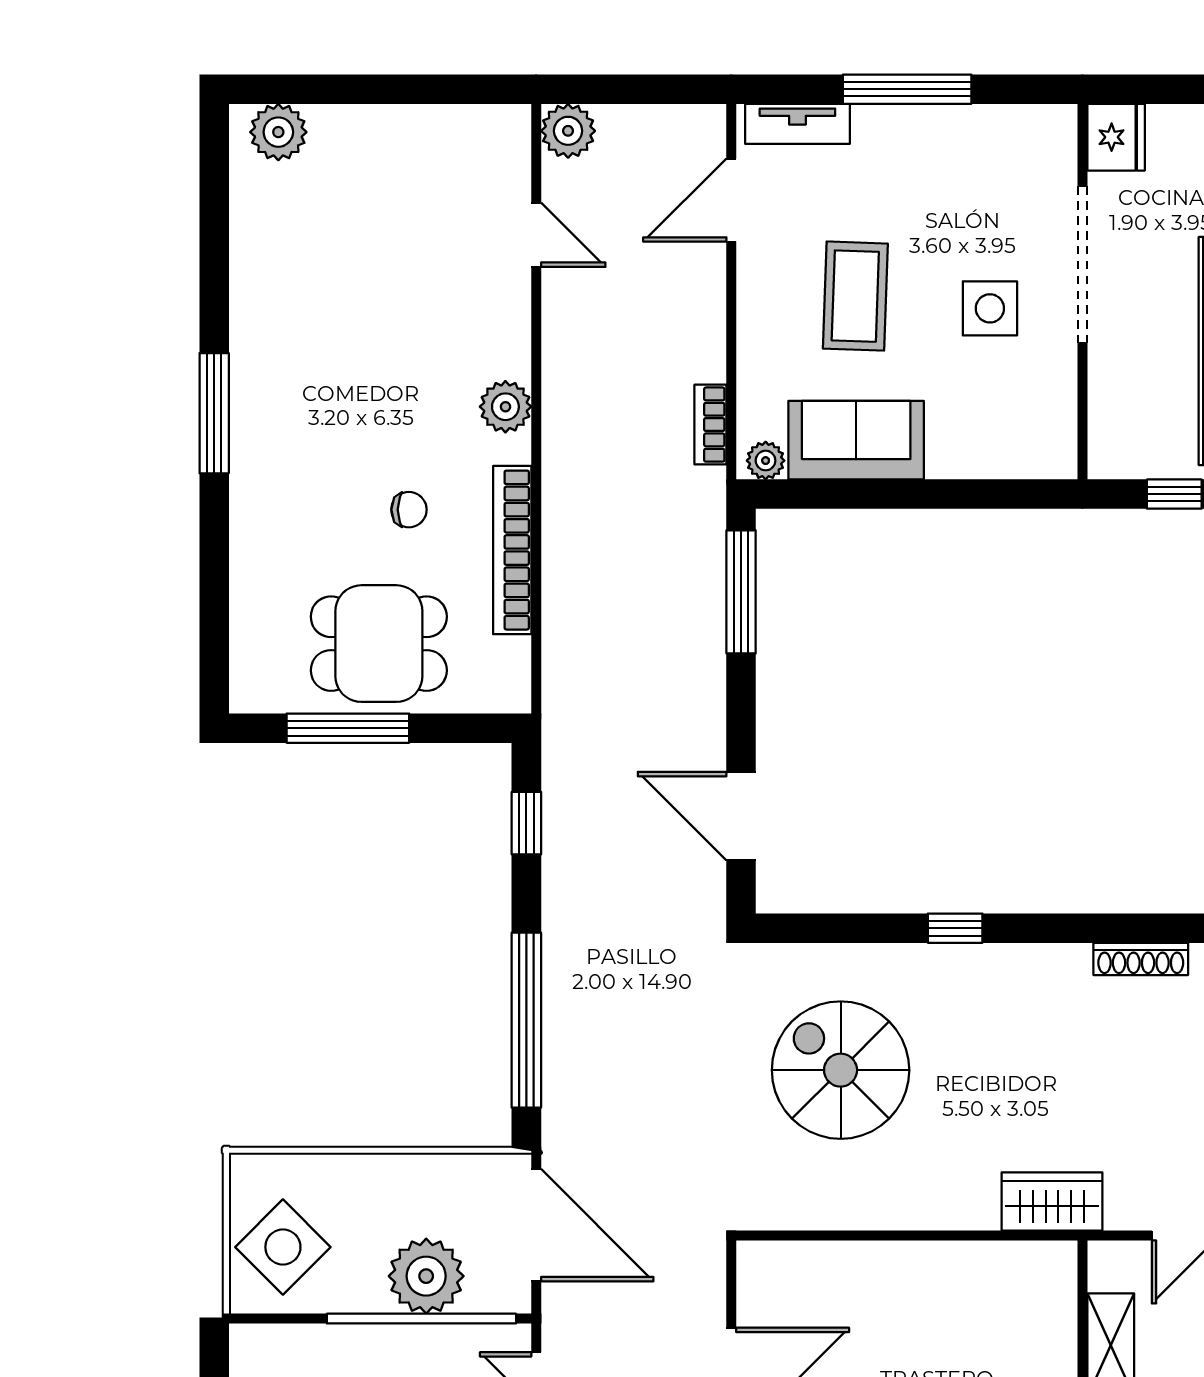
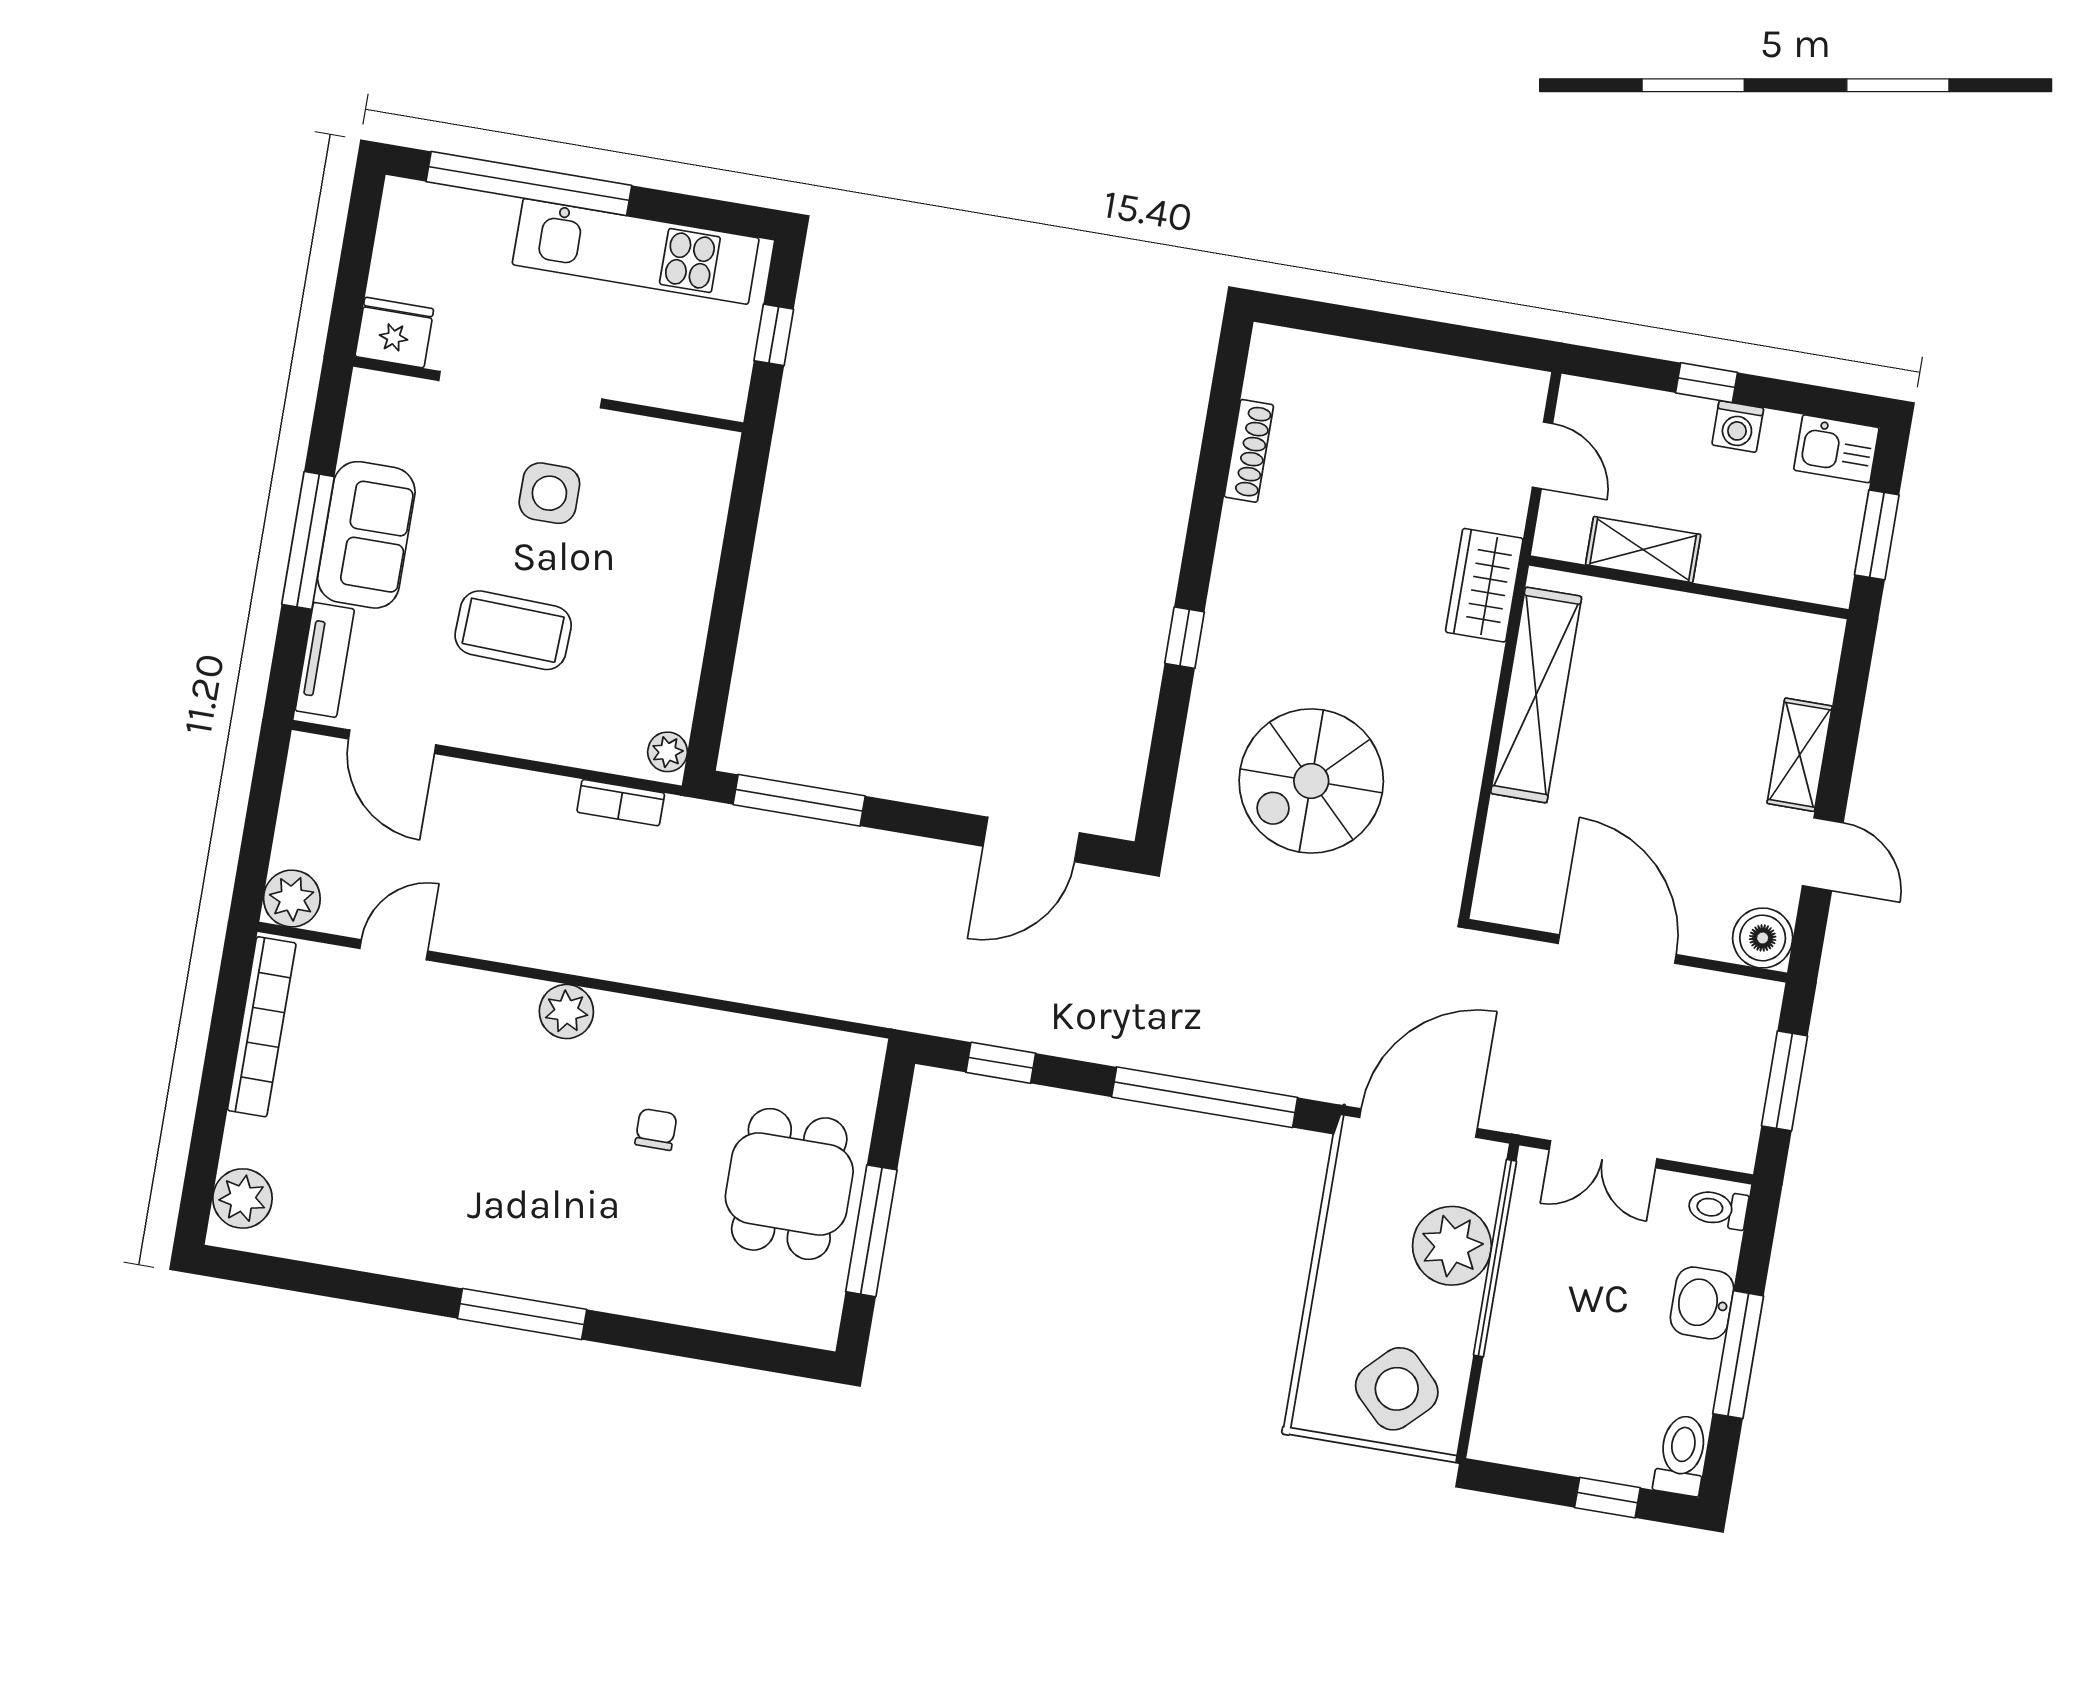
sofa: (856, 440) -> (366, 535), moved, turned 180
bookcase: (512, 550) -> (262, 1027), moved, turned -90
shelving: (957, 1268) -> (1536, 695), added

